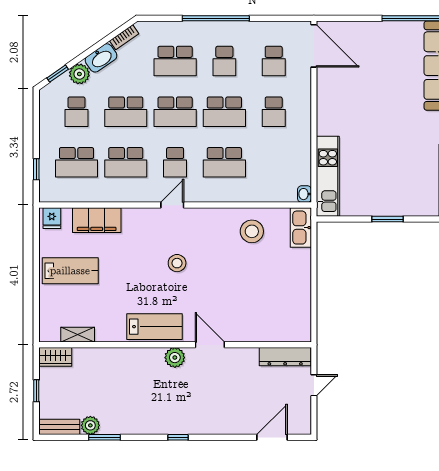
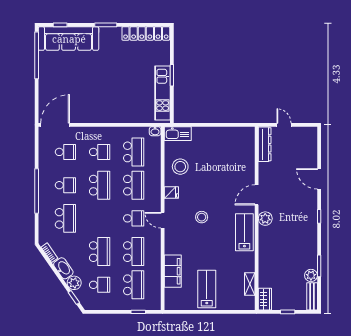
school desk: (175, 112) -> (134, 152), moved
kitchen unit: (328, 176) -> (163, 93), moved, turned -90
fridge: (52, 218) -> (171, 192), moved
door: (272, 437) -> (319, 179), moved

